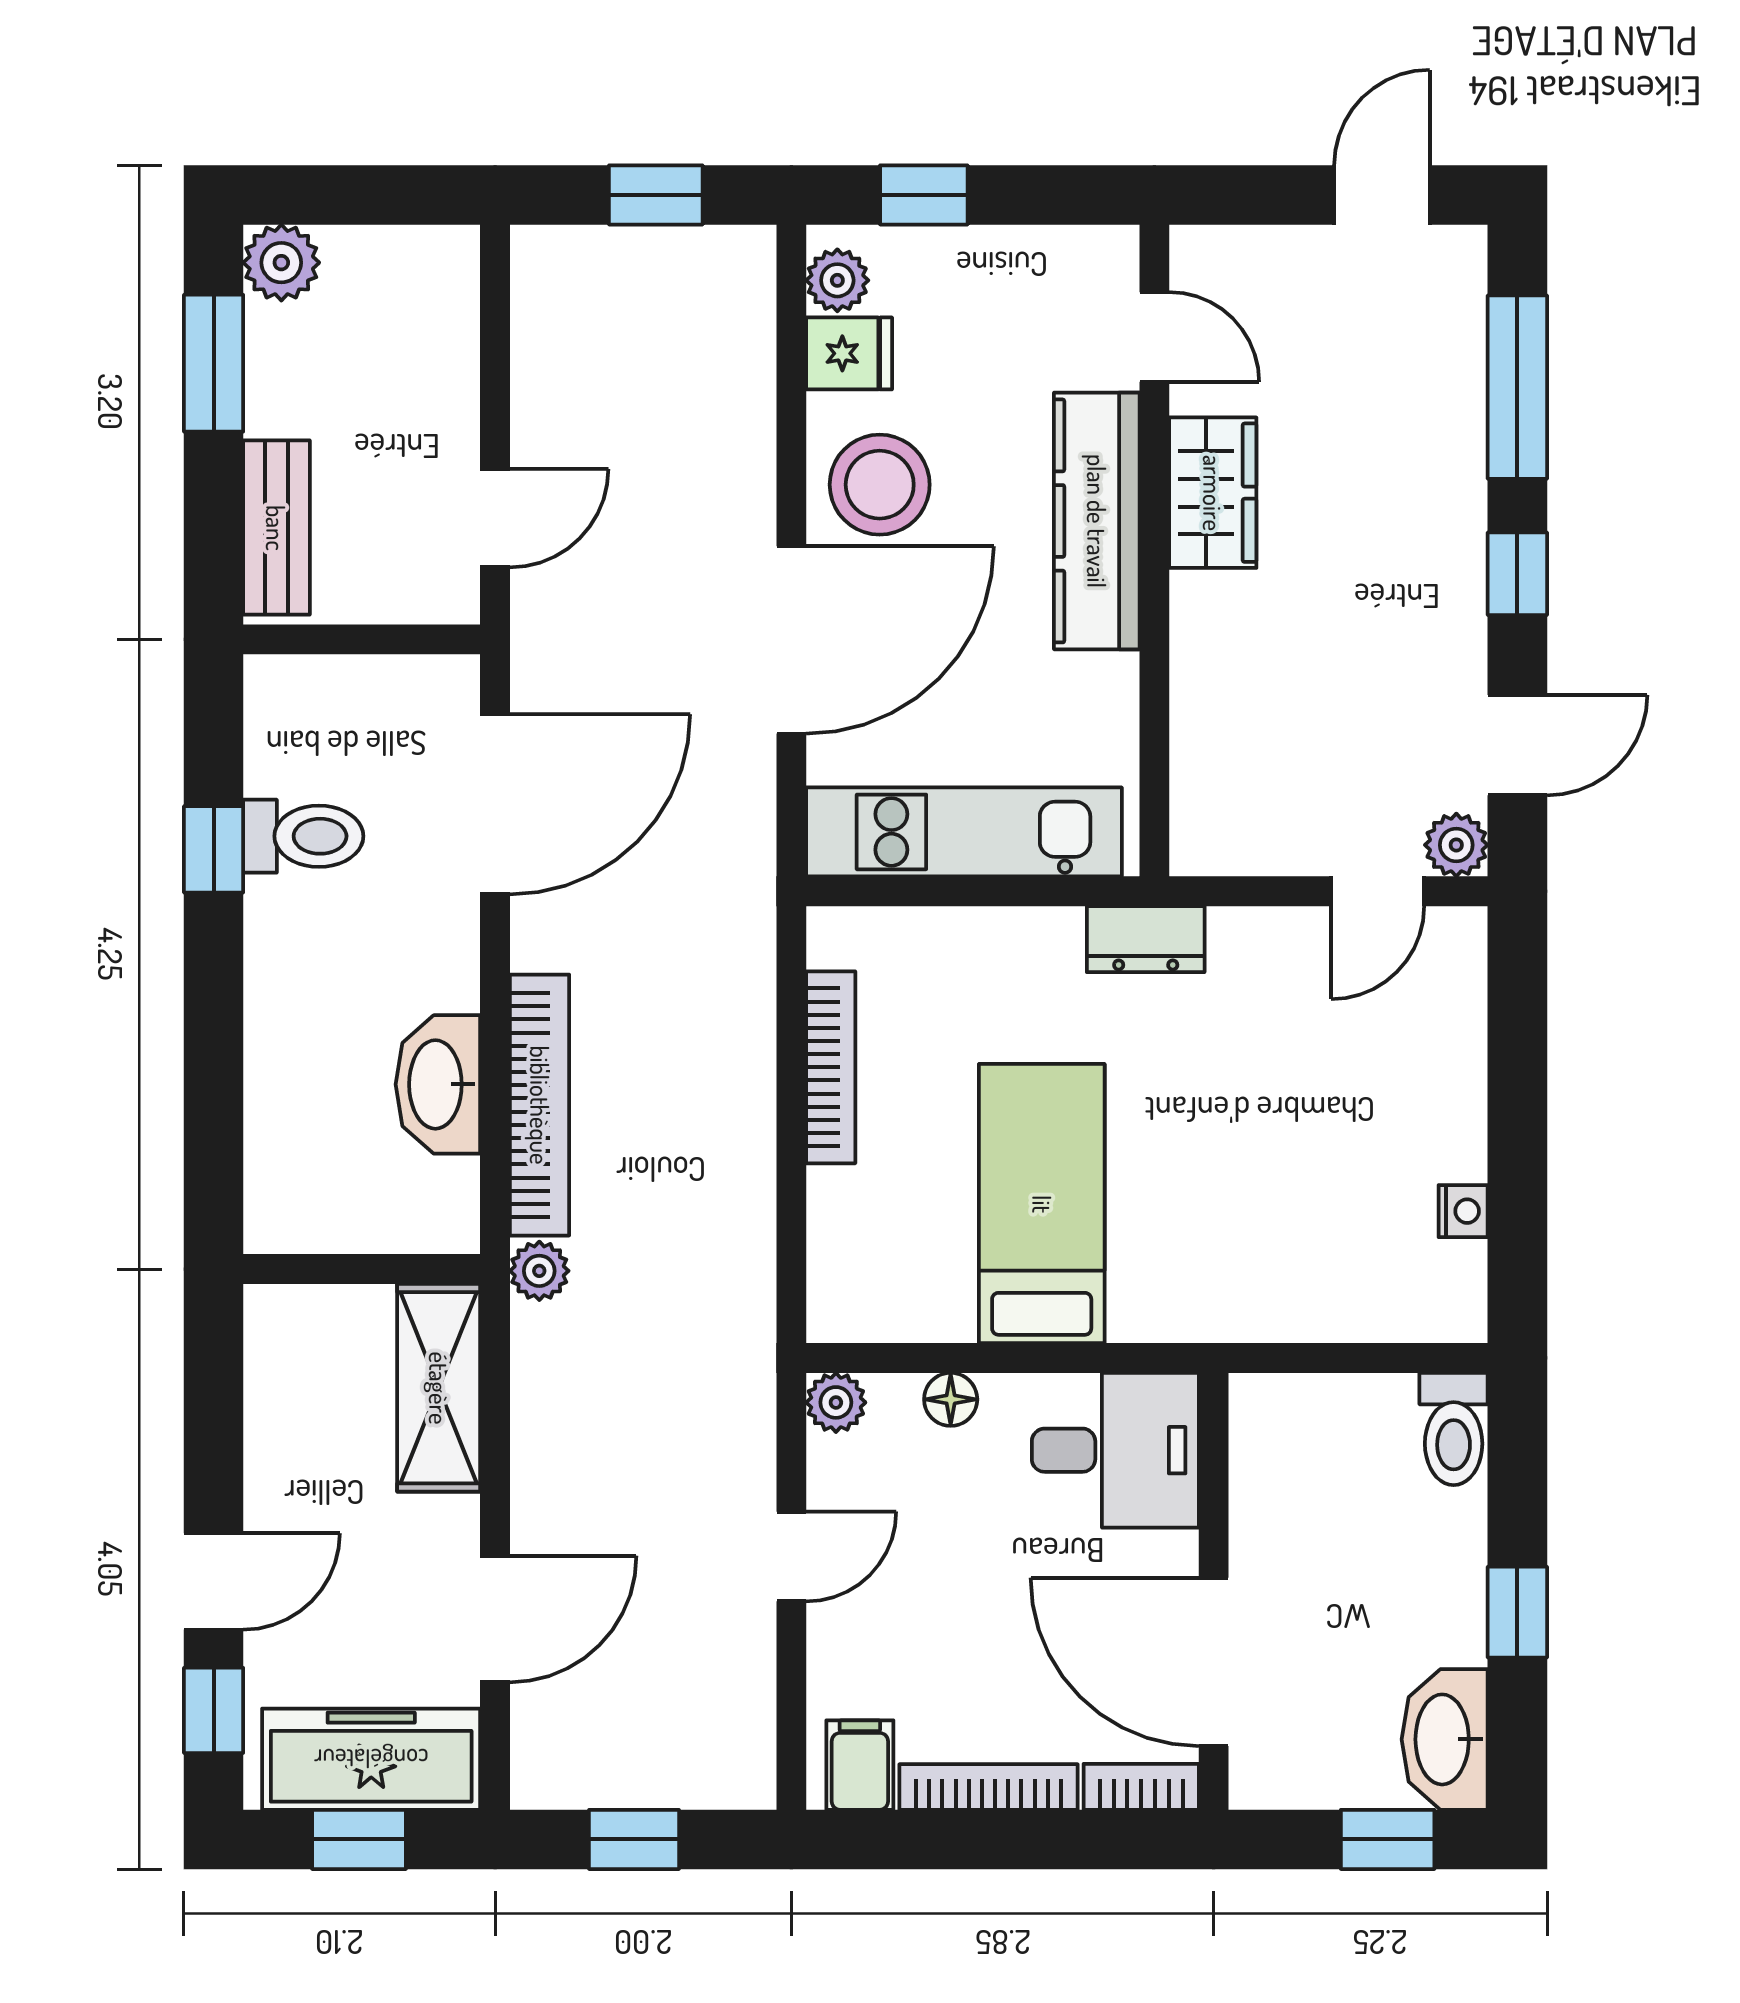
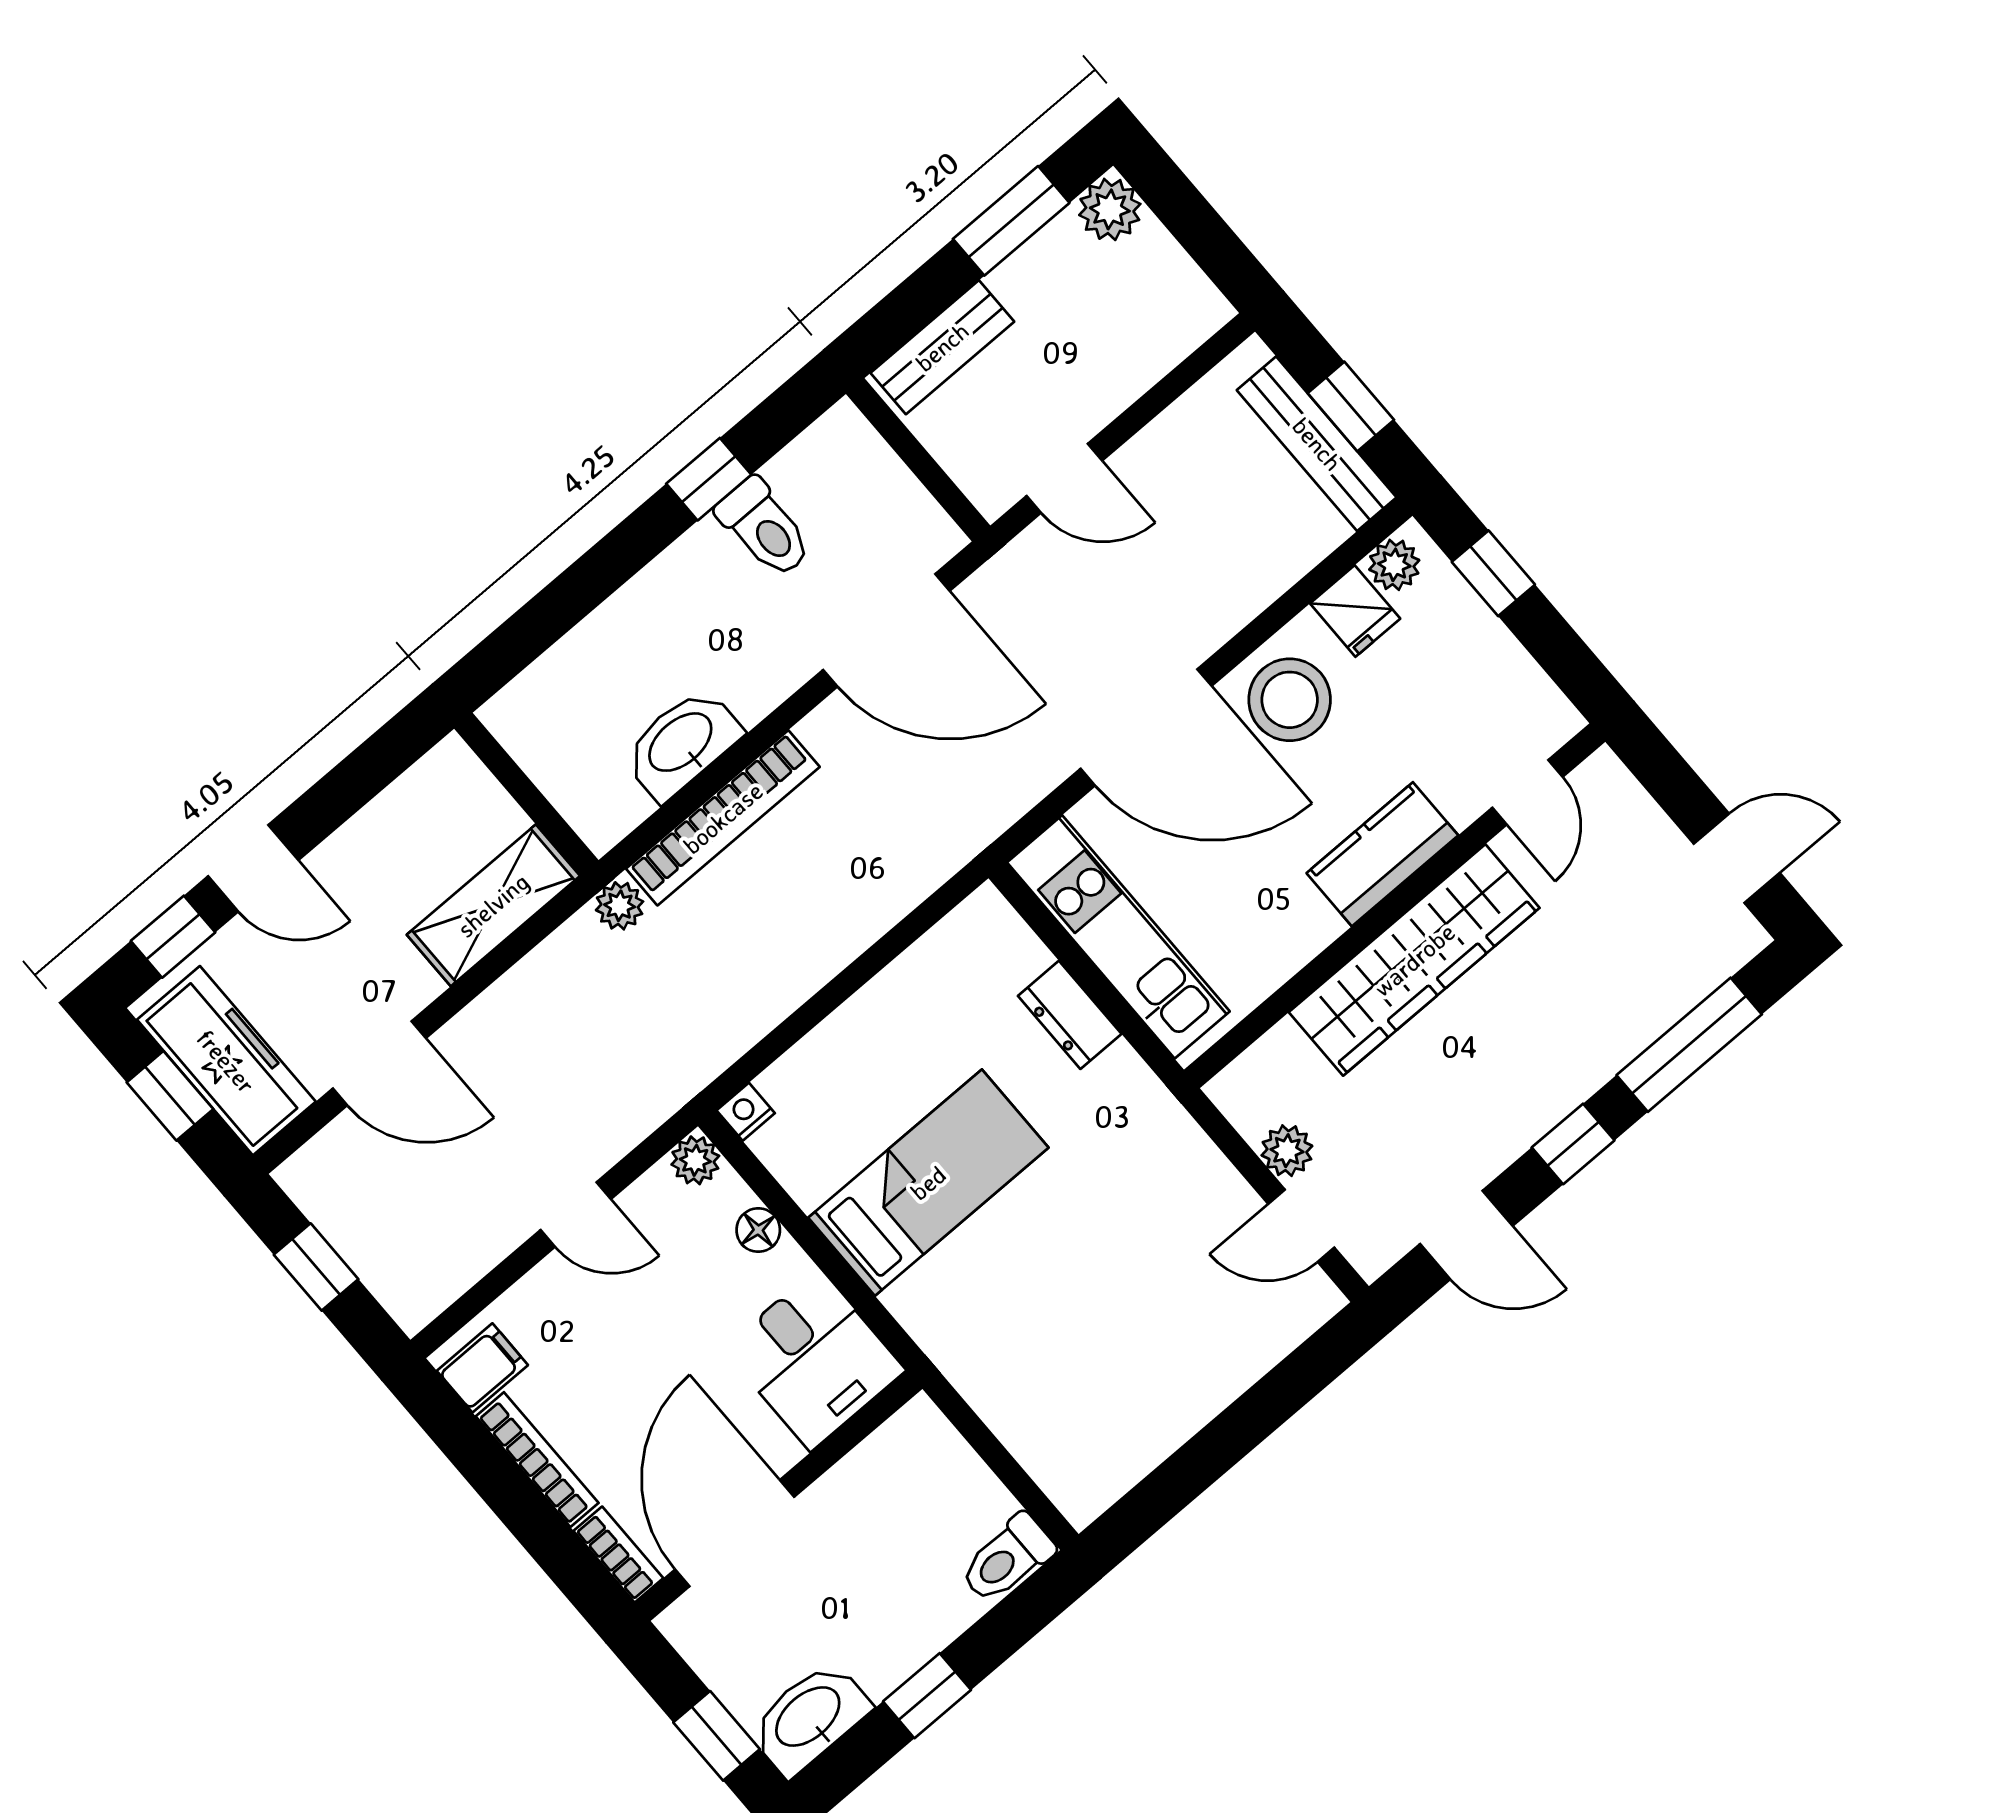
bench: (663, 256) -> (1317, 444), added
wardrobe: (1213, 493) -> (1414, 960), width x2.10, depth x1.17
kitchen counter: (1097, 521) -> (1382, 854), width x0.67
plant: (1456, 845) -> (1287, 1151), moved
dresser: (1146, 939) -> (1070, 1015), moved
bookcase: (831, 1067) -> (901, 979), removed
nightstand: (1463, 1211) -> (746, 1112), moved, turned 180

